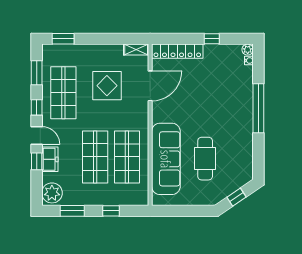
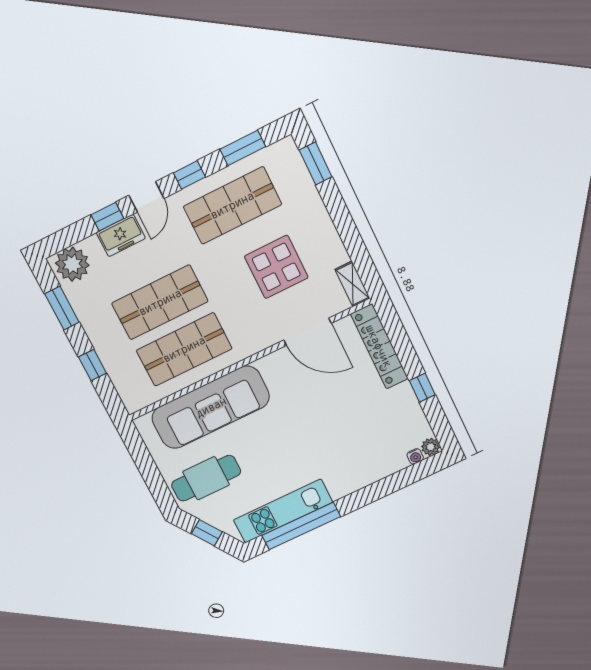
window: (258, 108) -> (301, 526), moved
kitchen unit: (245, 148) -> (283, 511), added
cafe table: (205, 159) -> (206, 478), moved

